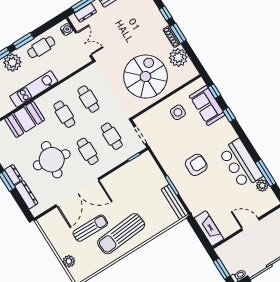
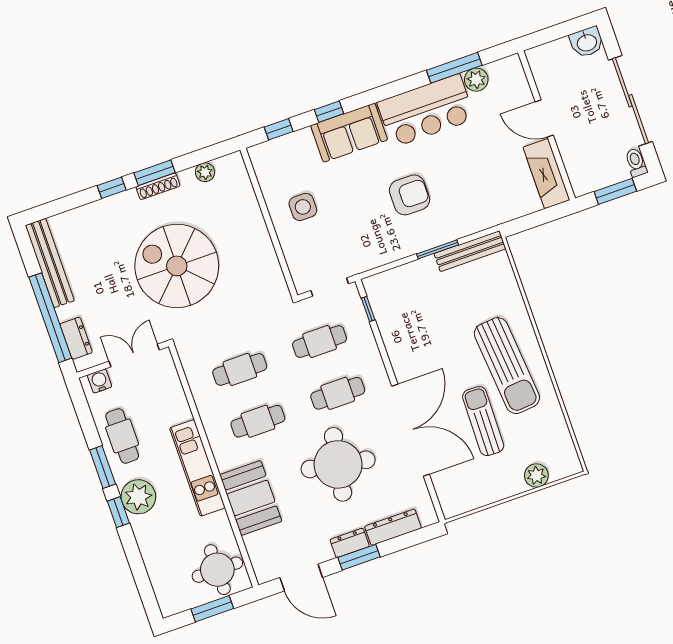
plant: (178, 57) -> (205, 172), width x0.53, depth x0.53
spiral stairs: (145, 77) -> (177, 266), moved
sofa: (207, 105) -> (349, 133), moved
armchair: (196, 165) -> (409, 195), turned 90
door: (250, 224) -> (544, 119), hinge flipped
fireplace: (209, 229) -> (546, 174), moved, turned -90

